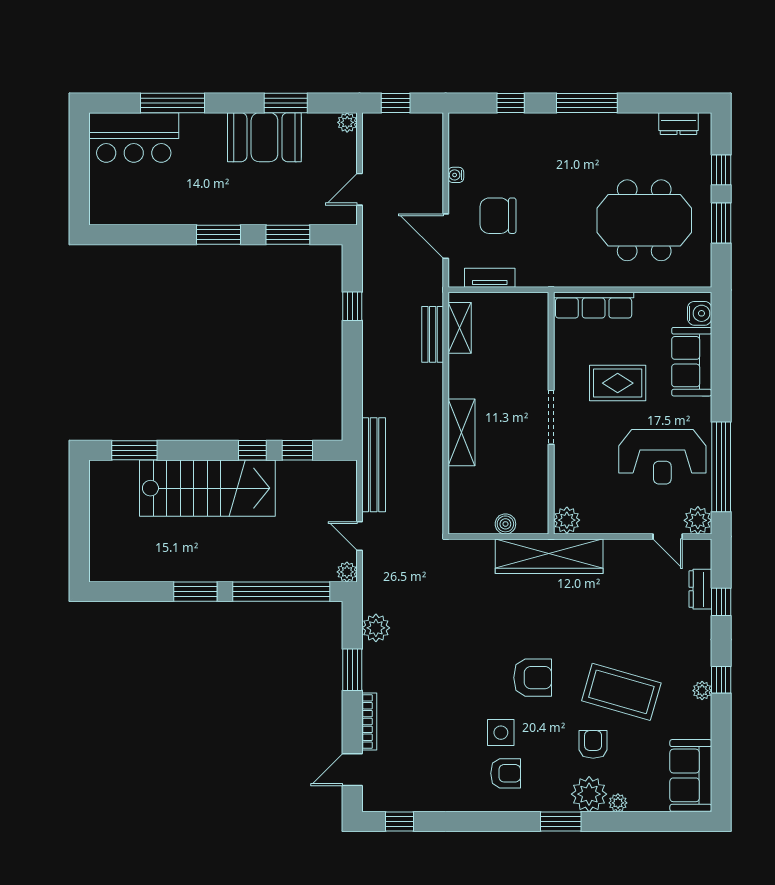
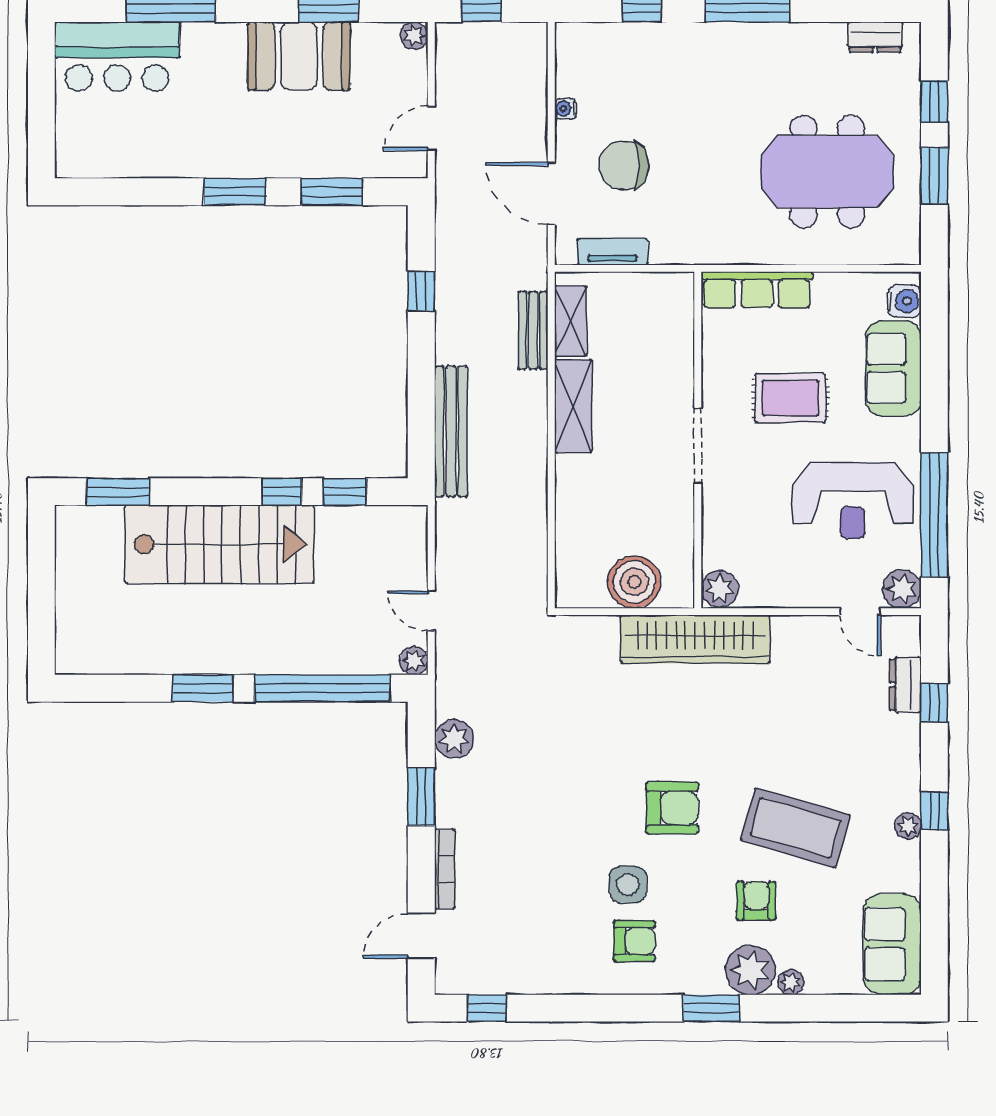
shelving: (461, 432) -> (573, 406), moved
bench: (374, 465) -> (451, 431), moved
boiler: (505, 524) -> (634, 582), width x1.86, depth x1.86

